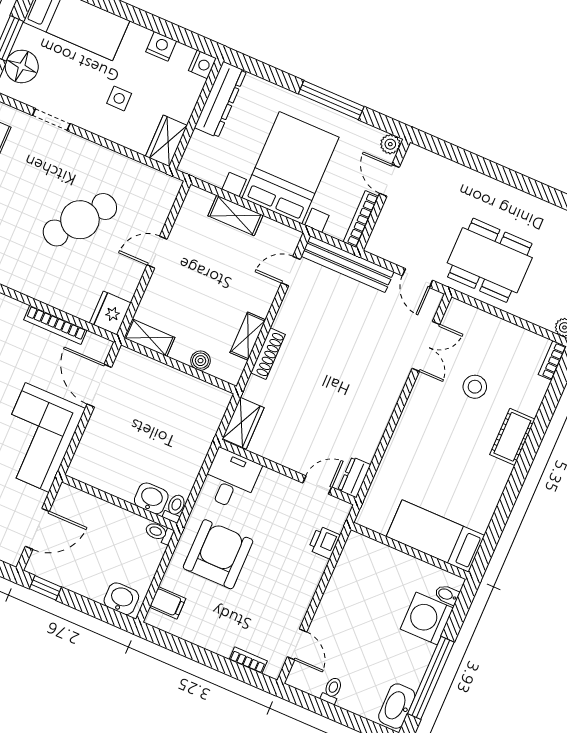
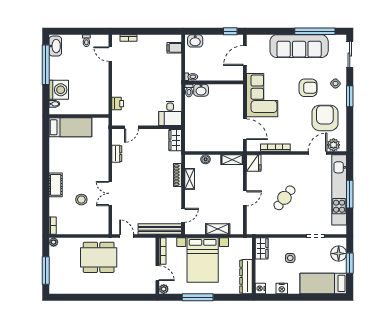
cafe table: (80, 220) -> (284, 198), width x0.73, depth x0.74
double door: (426, 346) -> (110, 193), moved
dresser: (354, 477) -> (117, 154), moved
armchair: (218, 554) -> (161, 78), removed

